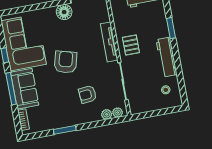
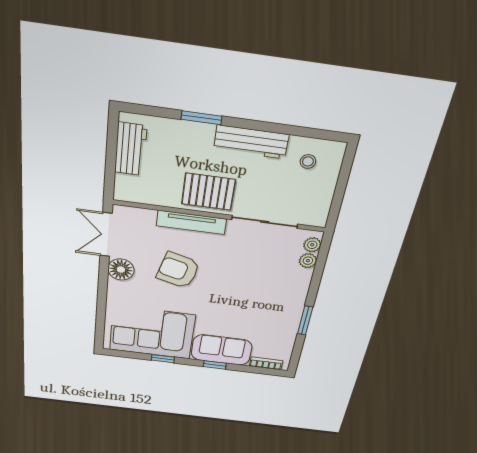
pallet: (131, 45) -> (208, 192), width x1.50, depth x1.42
armchair: (66, 62) -> (178, 270), moved
window: (11, 89) -> (215, 365), width x0.46
armchair: (88, 94) -> (264, 277), removed

